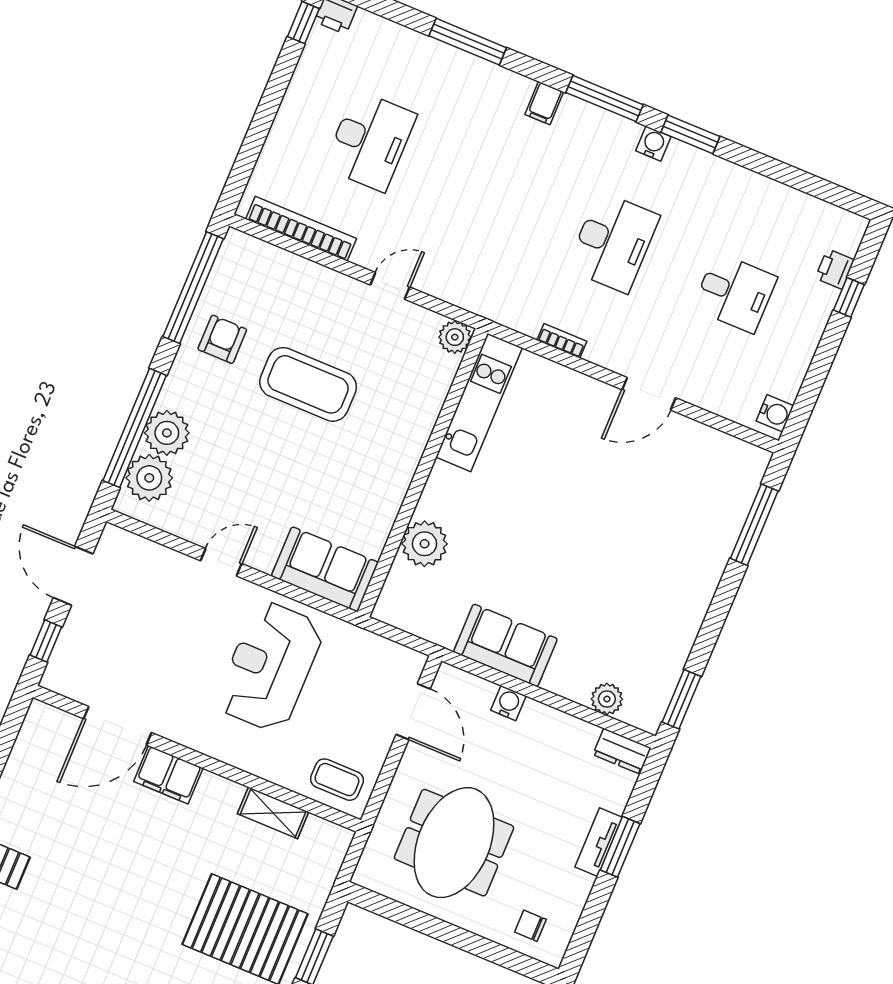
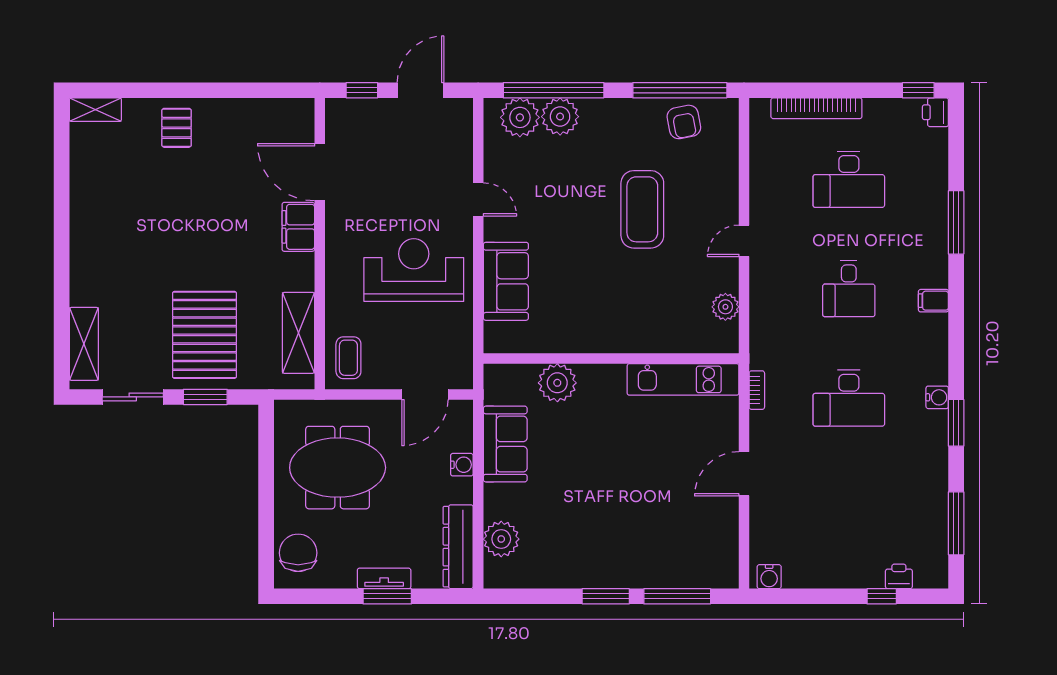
window: (604, 99) -> (956, 523), moved
bookcase: (301, 229) -> (816, 108), moved, turned 90
door: (390, 286) -> (744, 241), swing flipped
desk: (735, 293) -> (849, 289), moved
armchair: (222, 339) -> (684, 122), moved, turned 79
door: (649, 394) -> (744, 474), hinge flipped
kitchen unit: (479, 402) -> (683, 379), moved
wall: (423, 473) -> (611, 359), moved
plant: (425, 544) -> (557, 383), moved
plant: (607, 699) -> (501, 539), width x1.36, depth x1.36
window: (682, 699) -> (606, 596), moved
dresser: (622, 751) -> (458, 547), width x1.96, depth x1.24
shelving: (273, 813) -> (298, 333), width x1.50, depth x1.33
chair: (530, 926) -> (298, 553), width x1.87, depth x1.87

